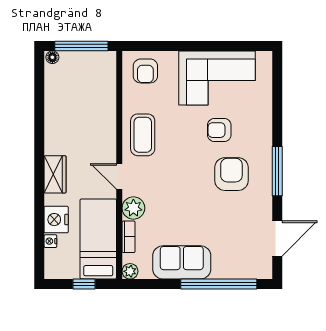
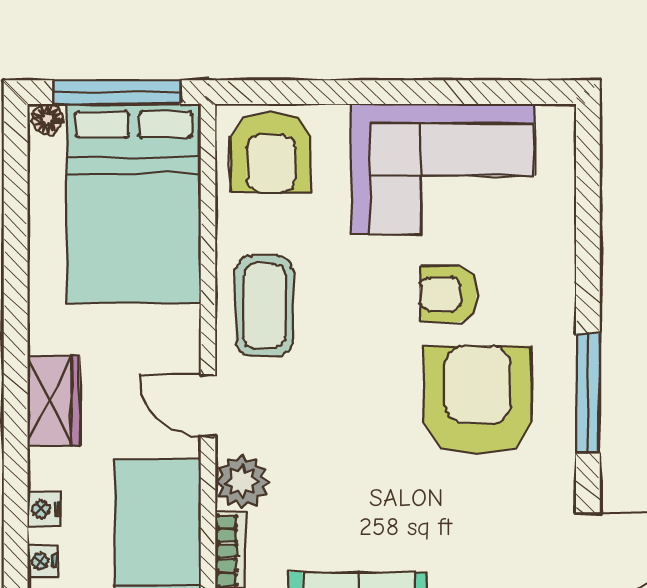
armchair: (145, 71) -> (271, 152), width x1.38, depth x1.38
bed: (88, 92) -> (134, 203), added
armchair: (231, 174) -> (478, 400), width x1.36, depth x1.36
nightstand: (56, 220) -> (44, 509), width x0.53, depth x0.56

